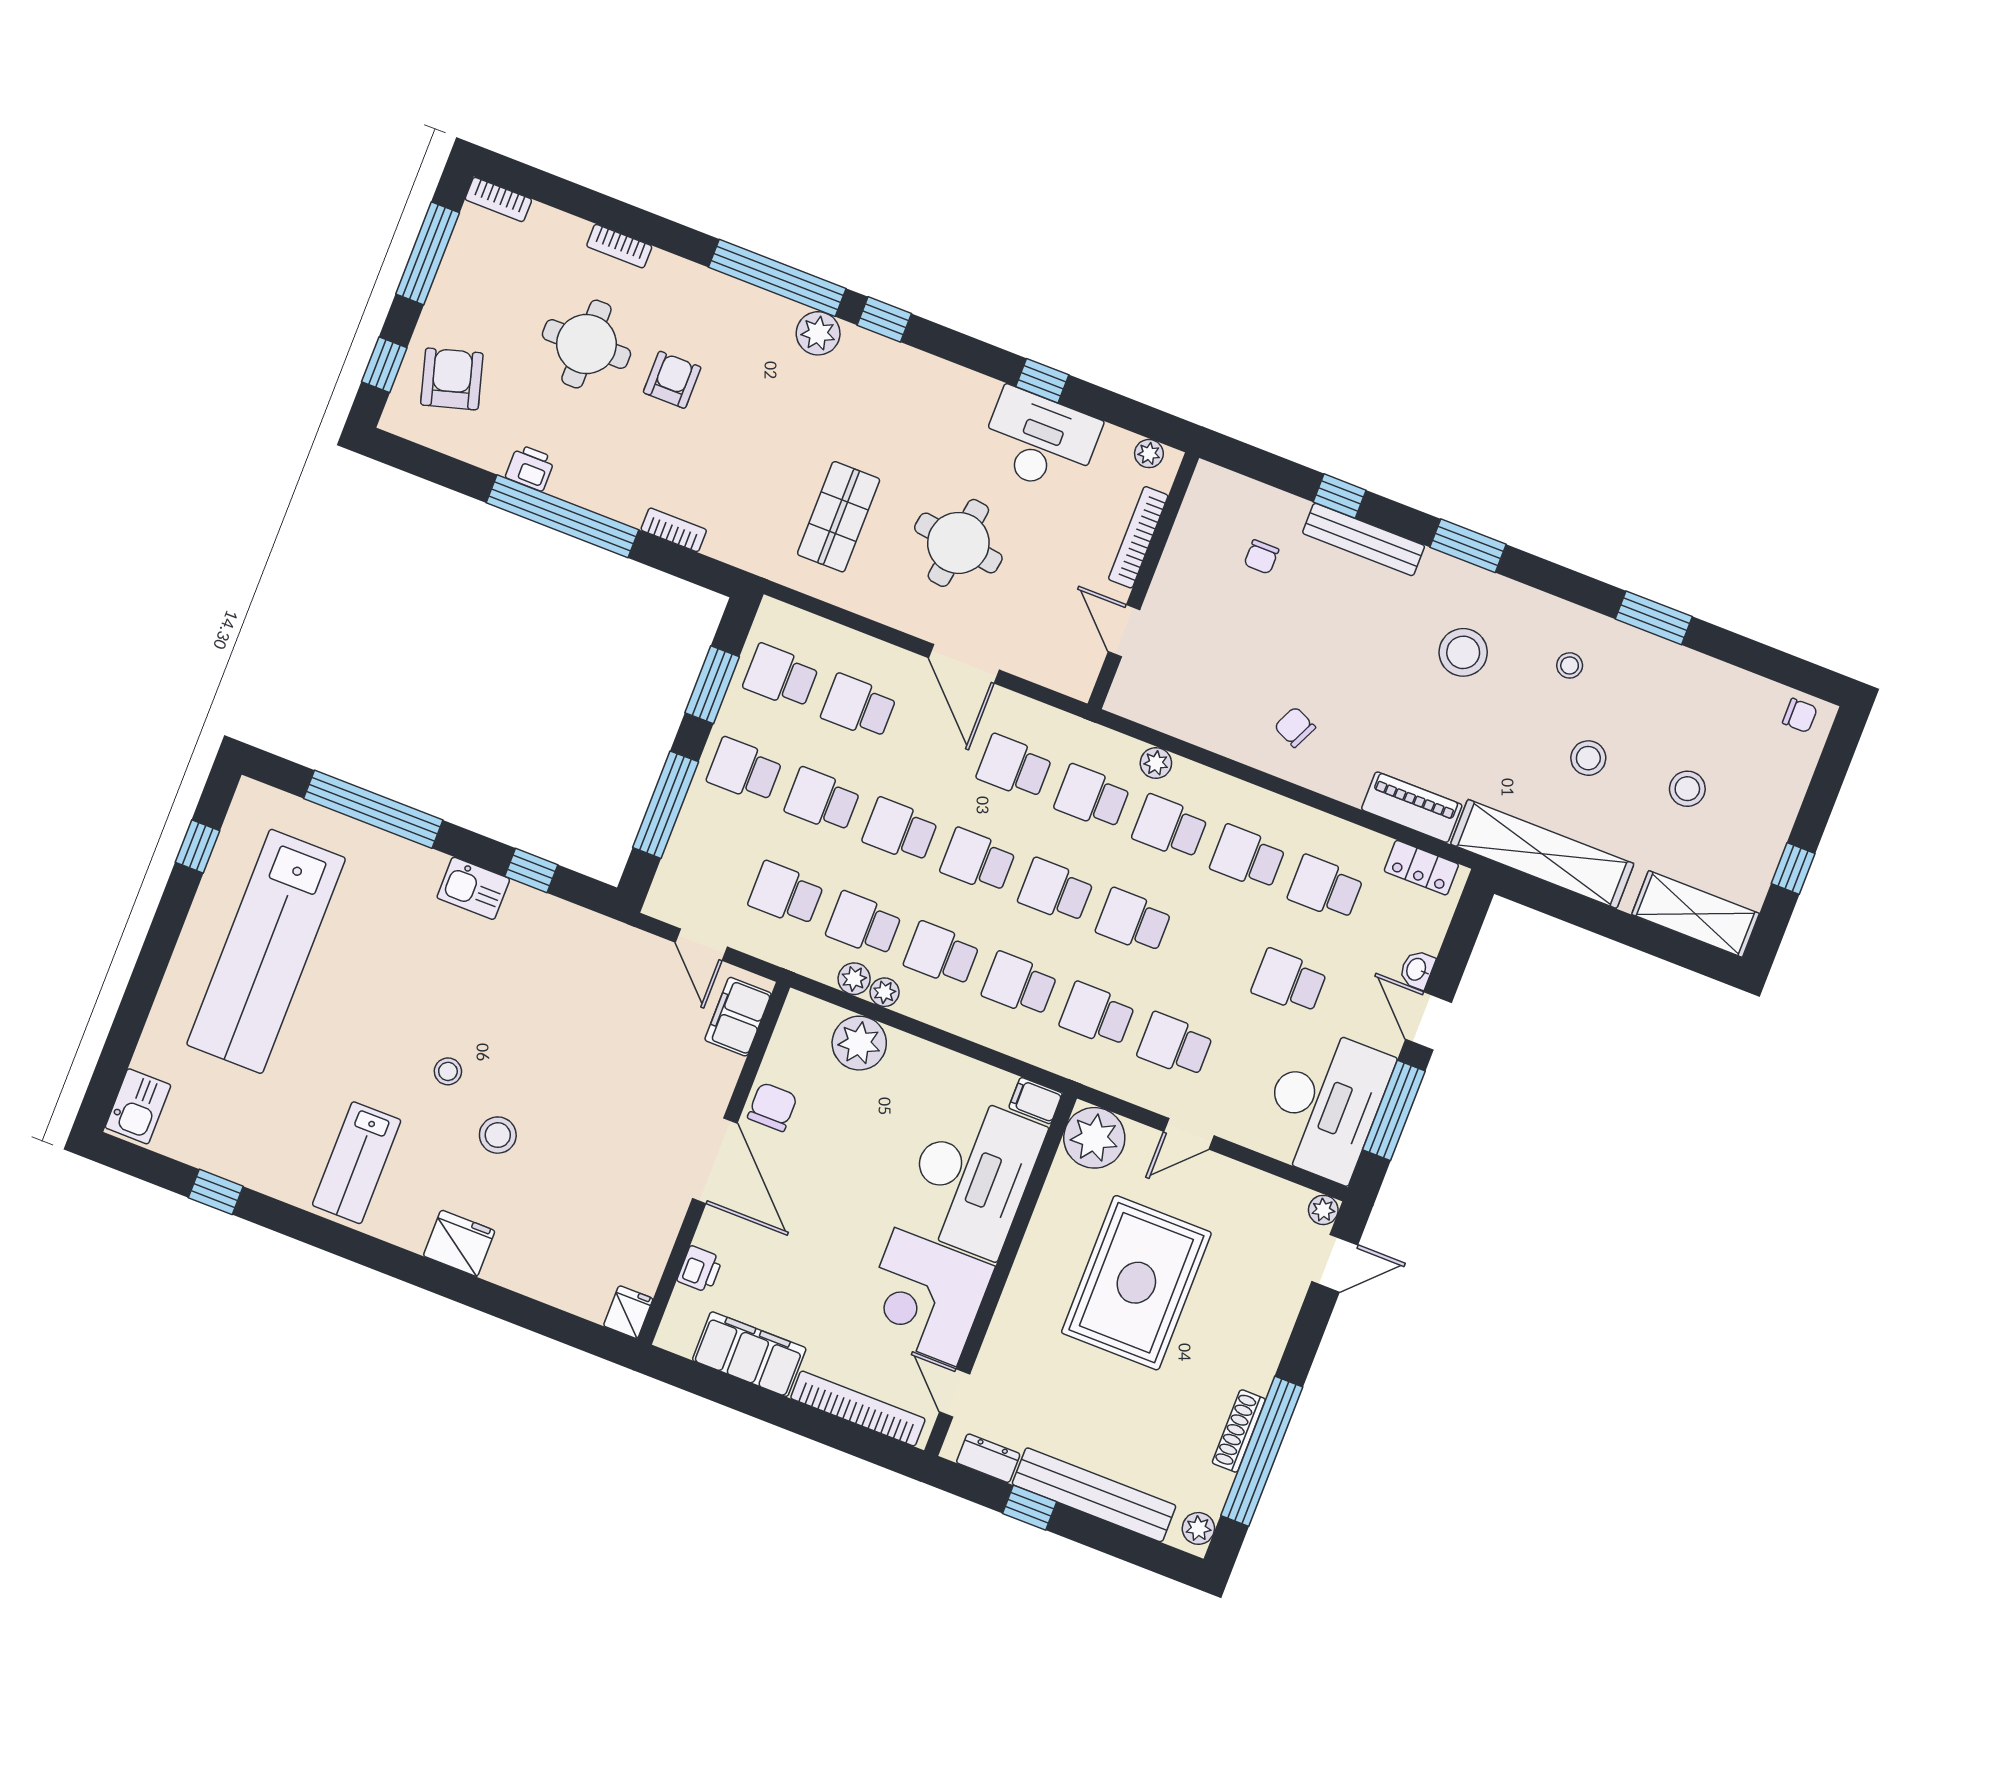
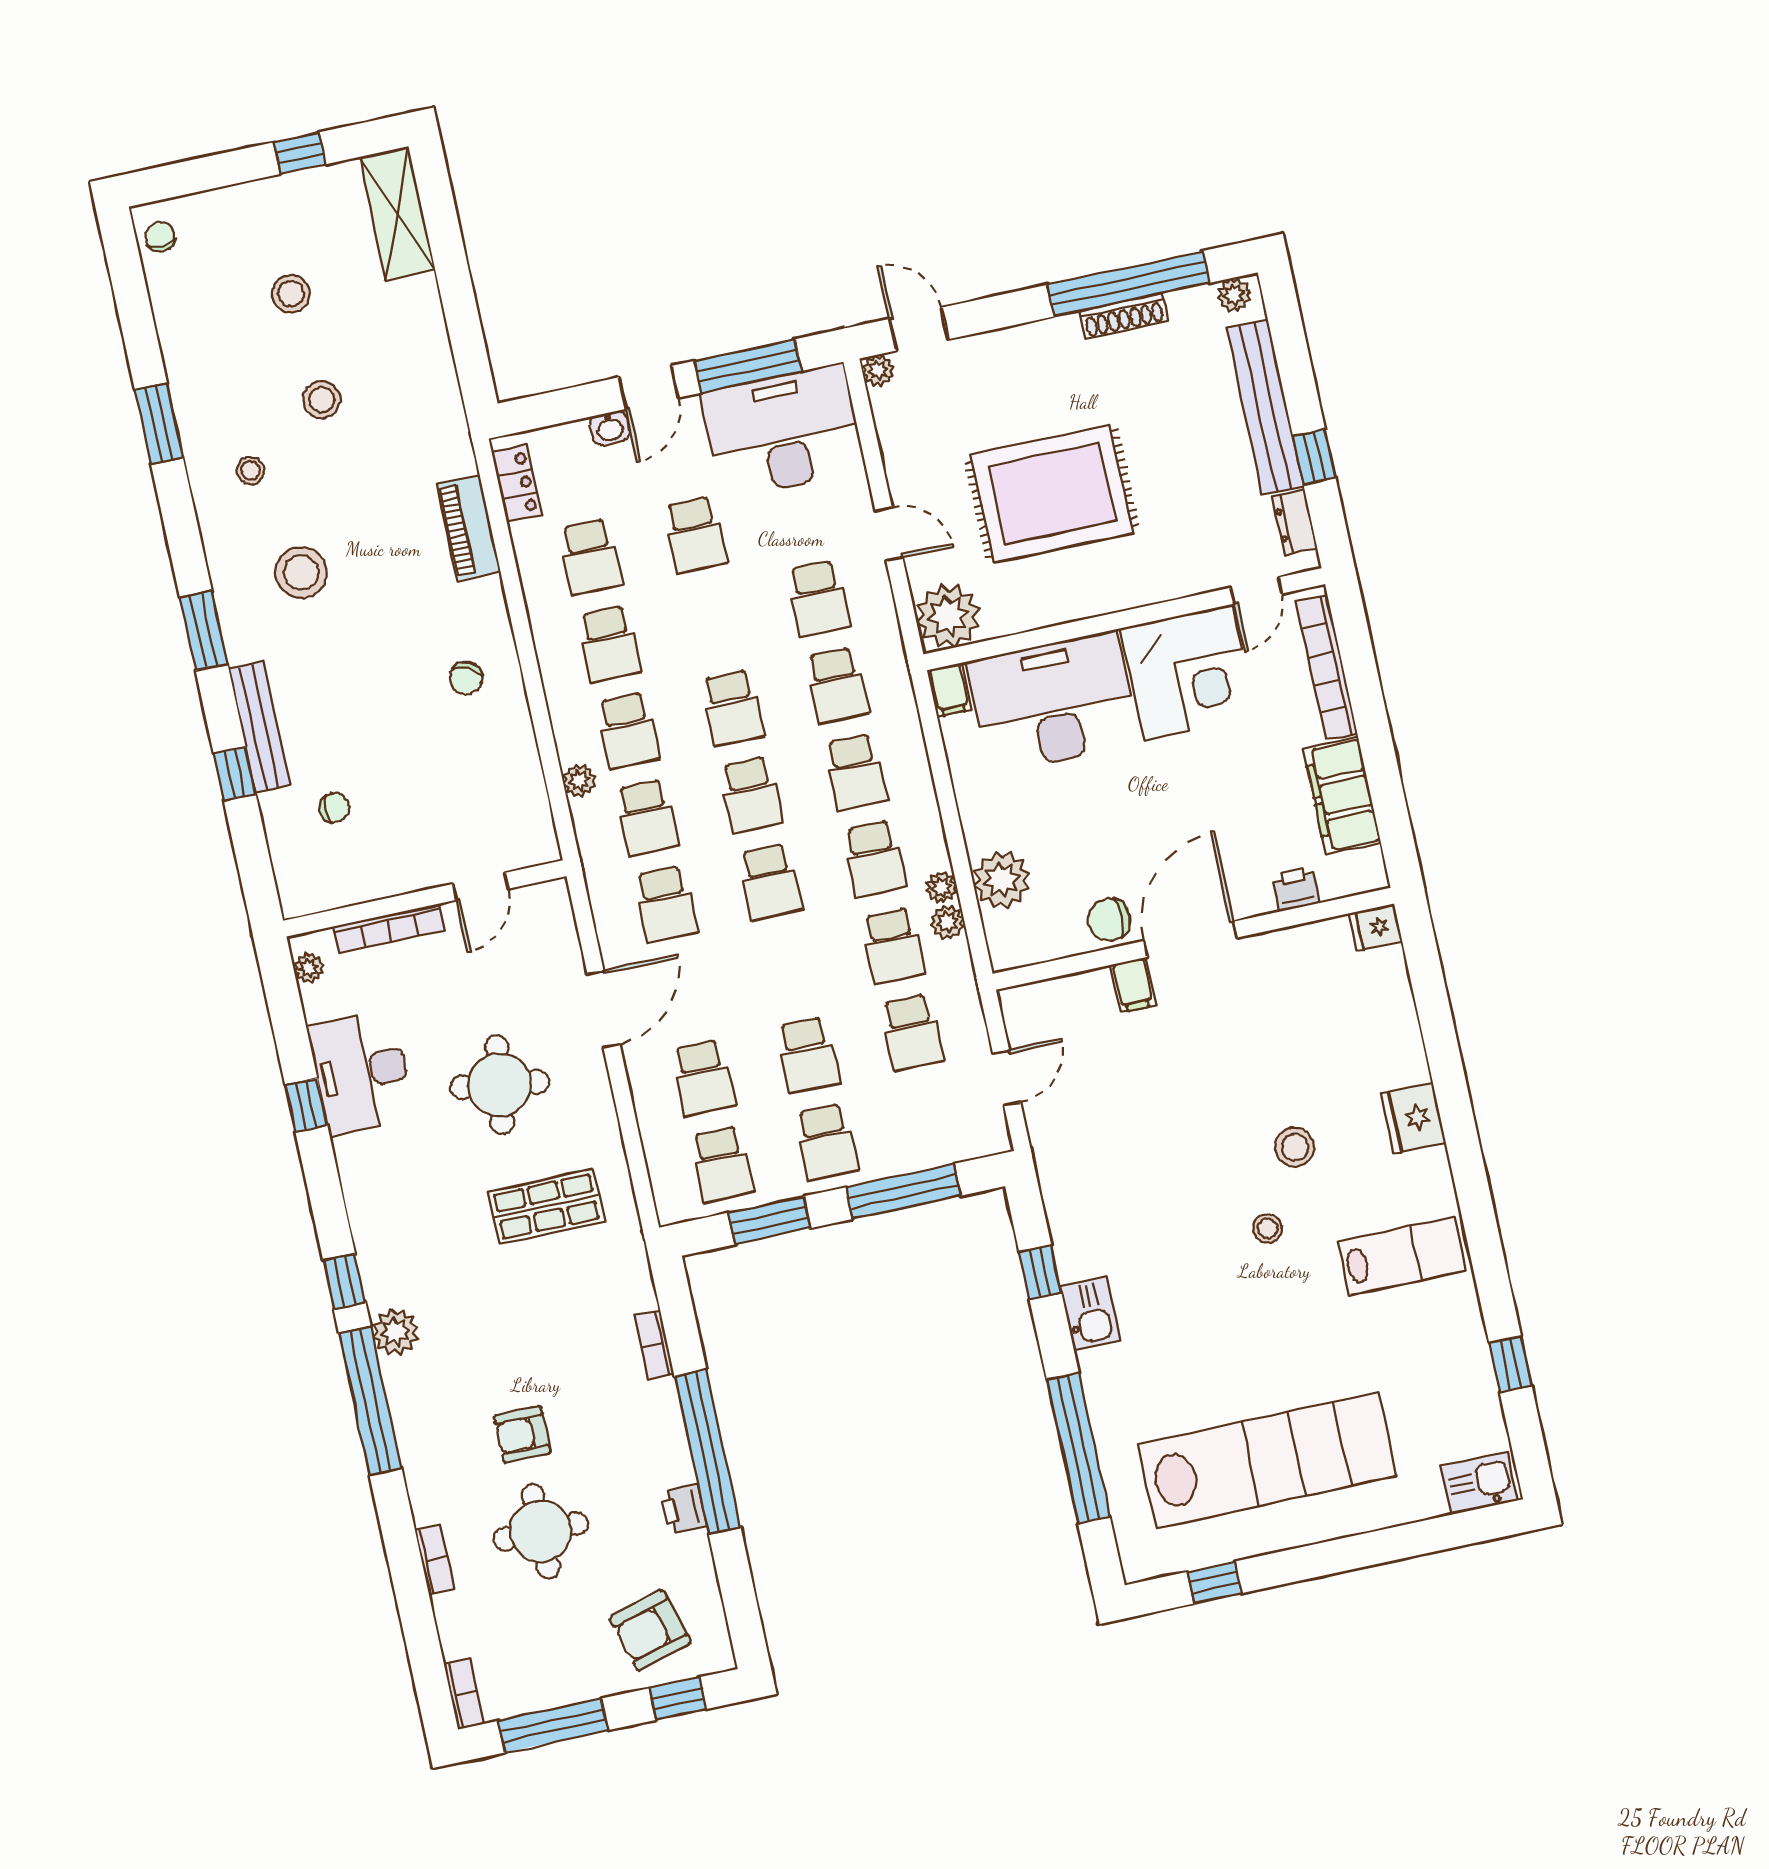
school desk: (900, 830) -> (789, 968), removed
shelving: (1542, 854) -> (434, 384), removed
filing cabinet: (738, 1017) -> (1133, 985), moved, width x0.50

